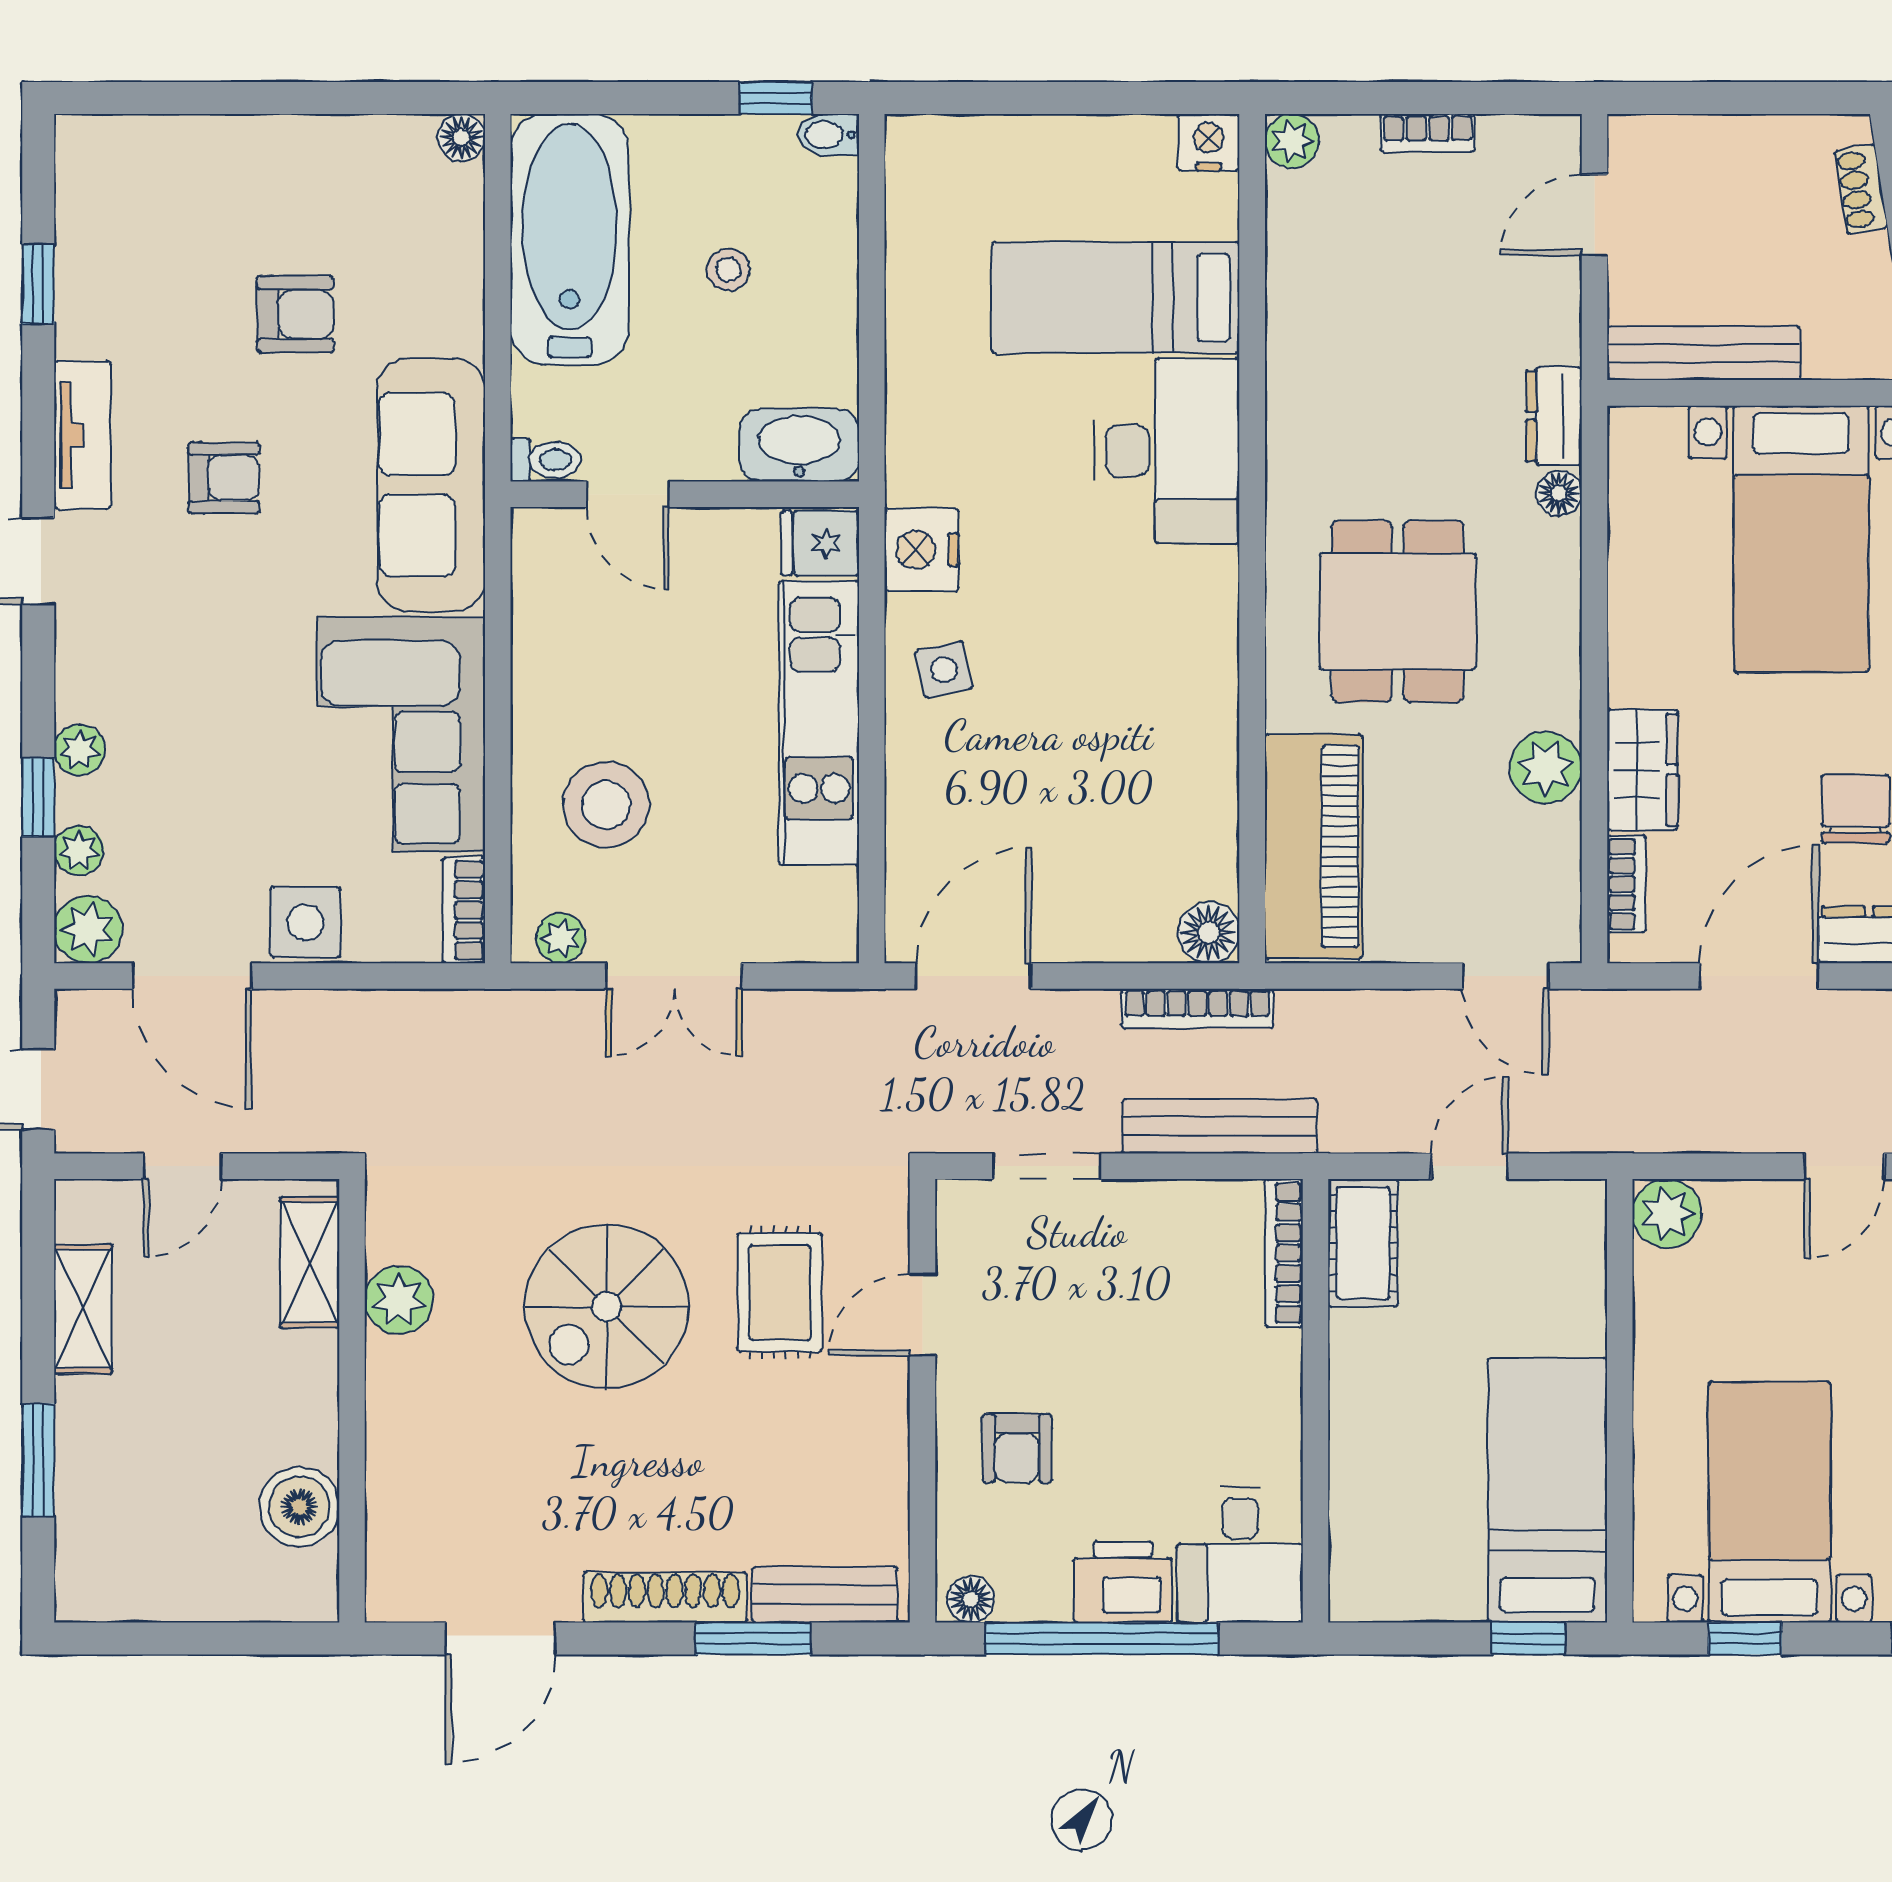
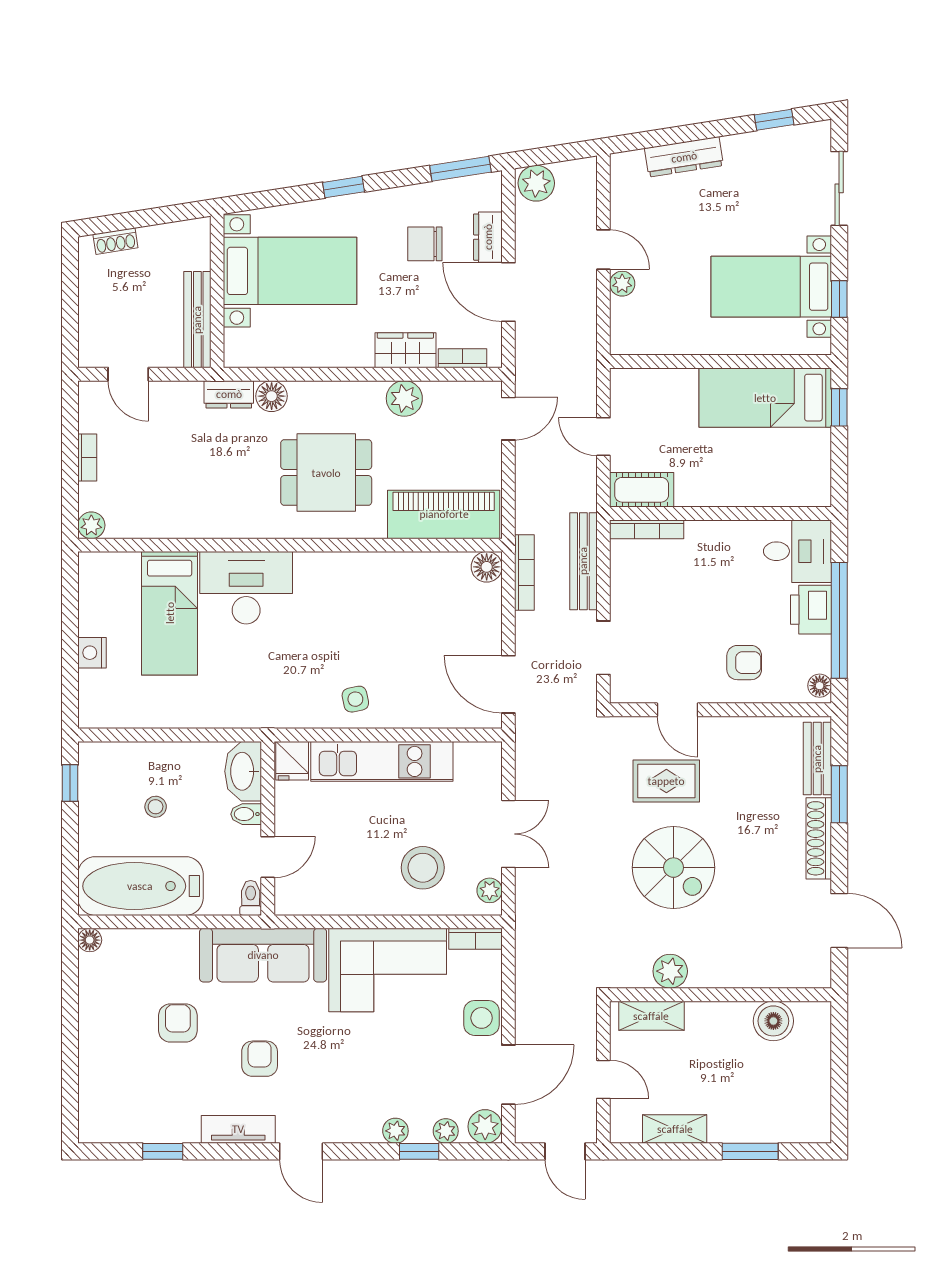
bidet: (828, 135) -> (246, 814), moved, turned 90
nightstand: (1209, 142) -> (92, 653), moved
floor lamp: (1559, 493) -> (272, 396), width x1.37, depth x1.37
nightstand: (922, 550) -> (296, 710), removed
plant: (1667, 1213) -> (622, 284), moved, width x0.73, depth x0.73

